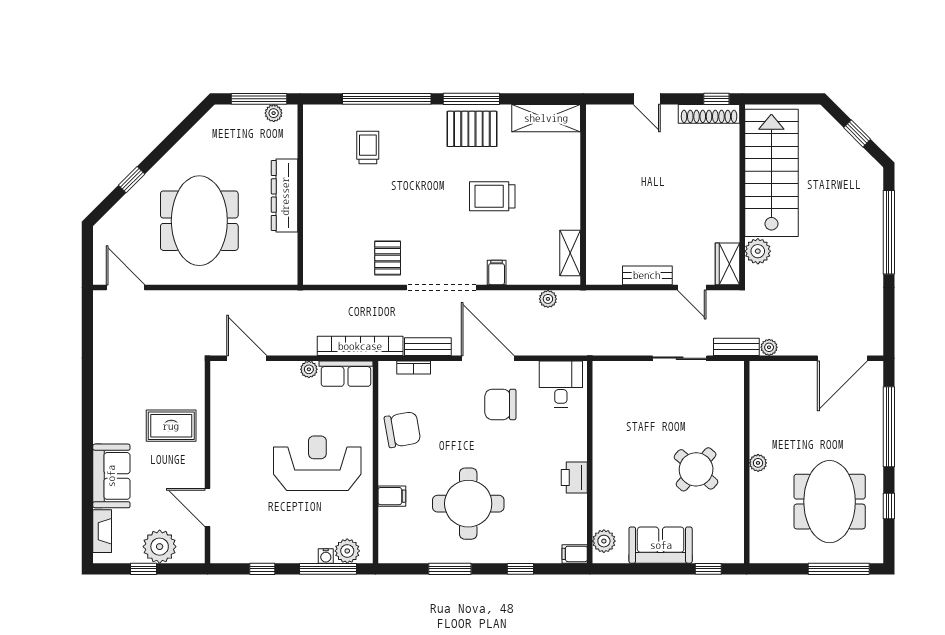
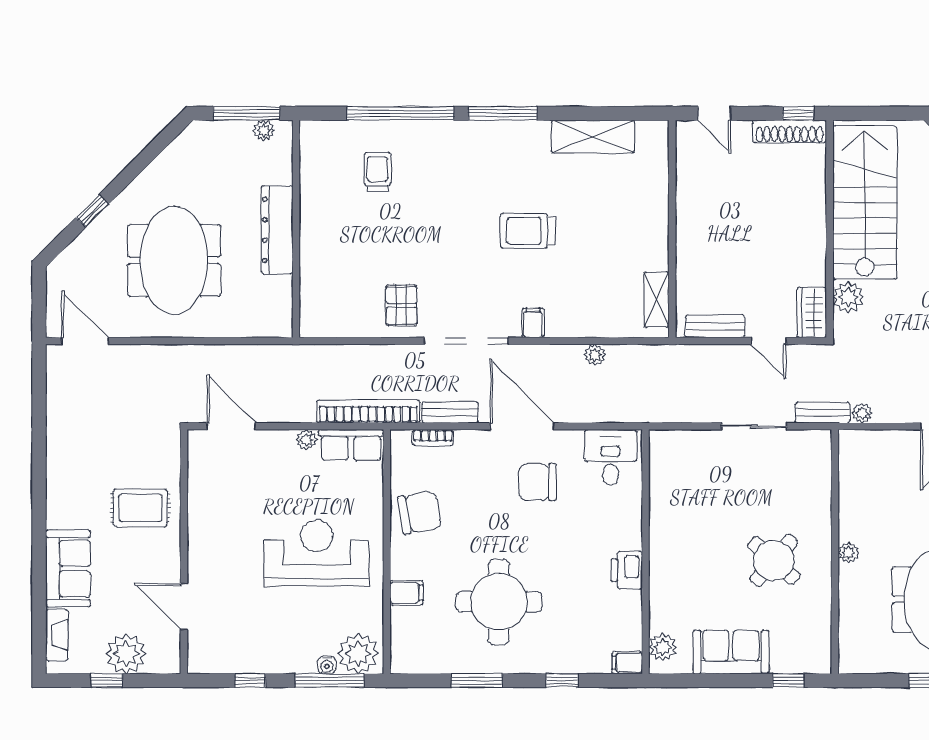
pallet: (472, 129) -> (503, 149), removed
wall: (583, 195) -> (672, 229), moved
shelving: (570, 253) -> (657, 299), moved
plant: (347, 551) -> (358, 654), width x1.36, depth x1.36

